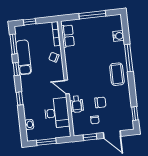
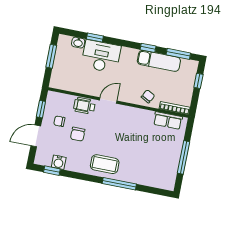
water cooler: (118, 36) -> (59, 162), moved
window: (20, 98) -> (95, 37), moved
desk: (57, 113) -> (101, 56), moved, turned 180

